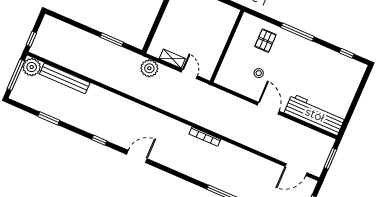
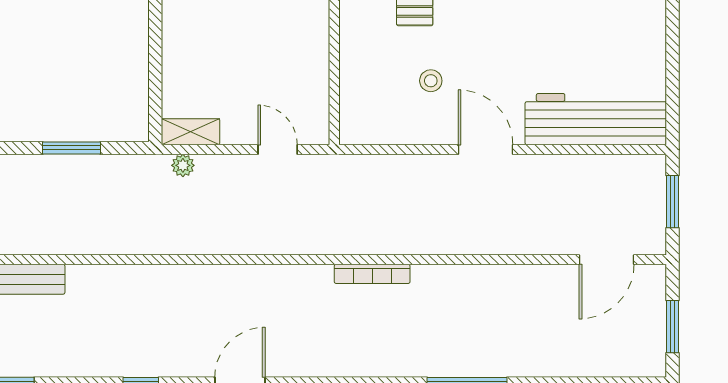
shelving: (172, 59) -> (190, 132), moved
plant: (149, 68) -> (183, 165), width x0.53, depth x0.53

